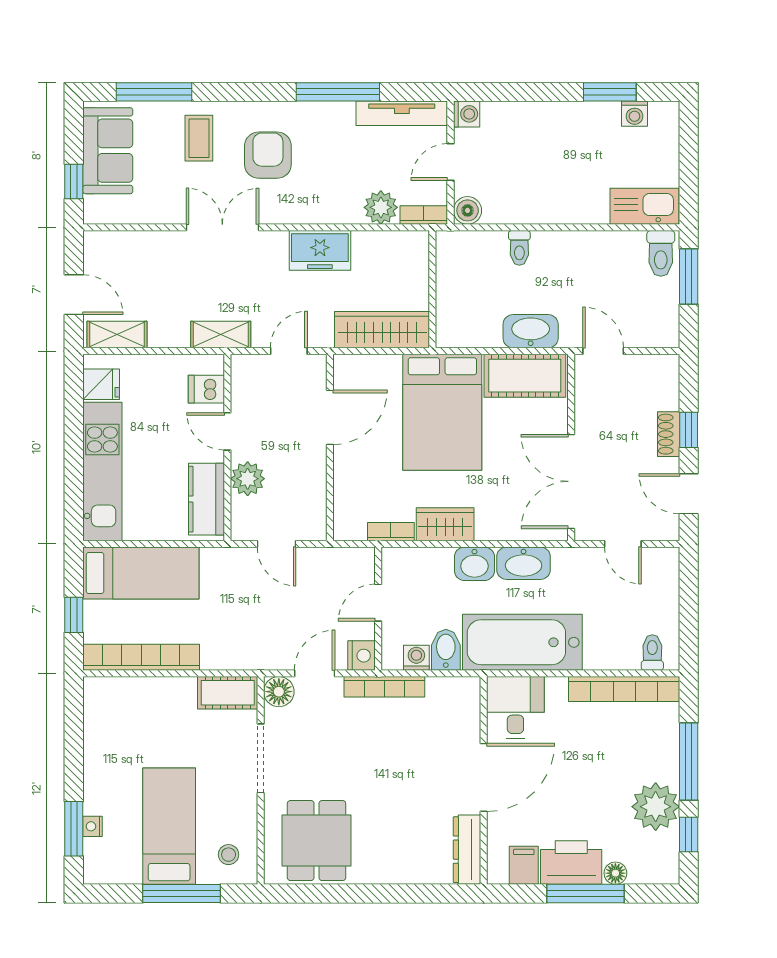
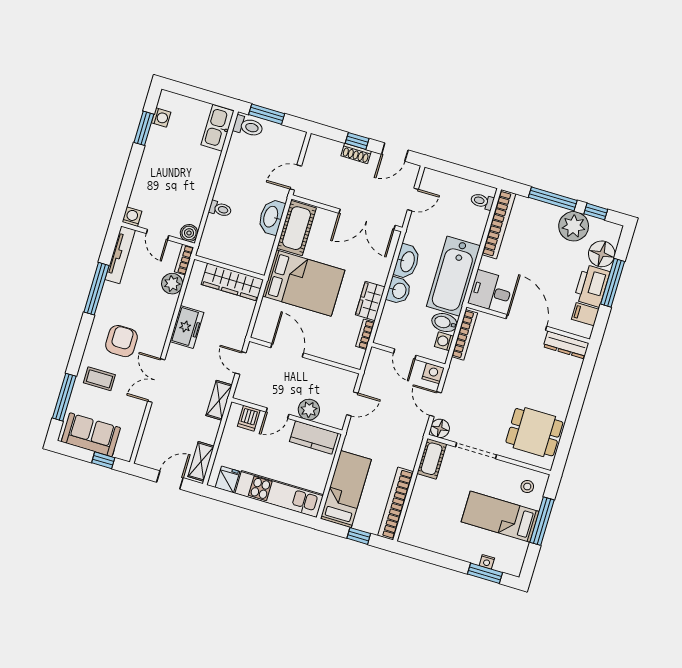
armchair: (268, 155) -> (122, 341), turned 90
wardrobe: (382, 330) -> (232, 282), moved, turned -90
bookcase: (384, 687) -> (465, 335), moved
floor lamp: (615, 873) -> (602, 254), width x1.89, depth x1.89

